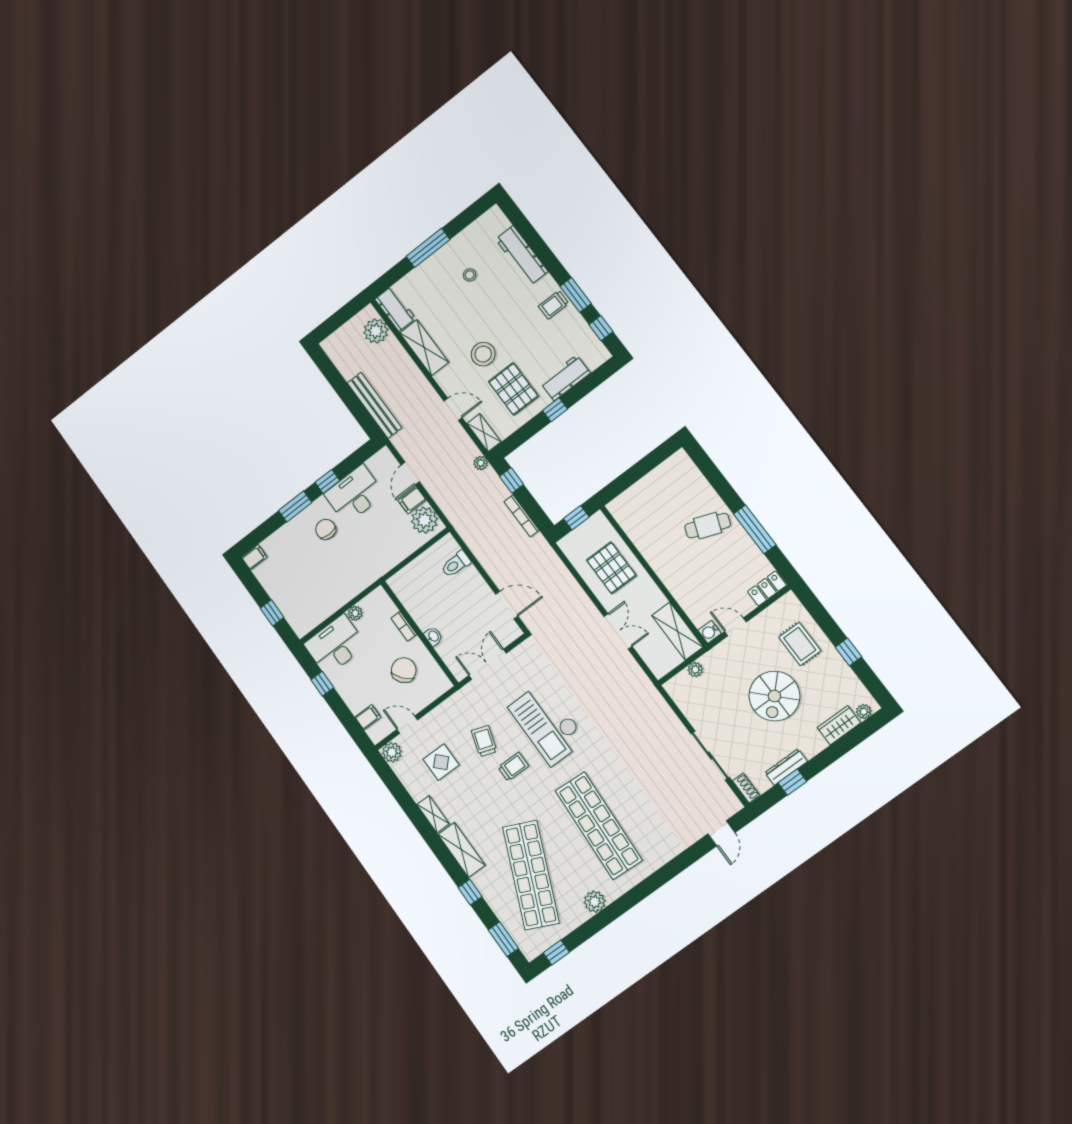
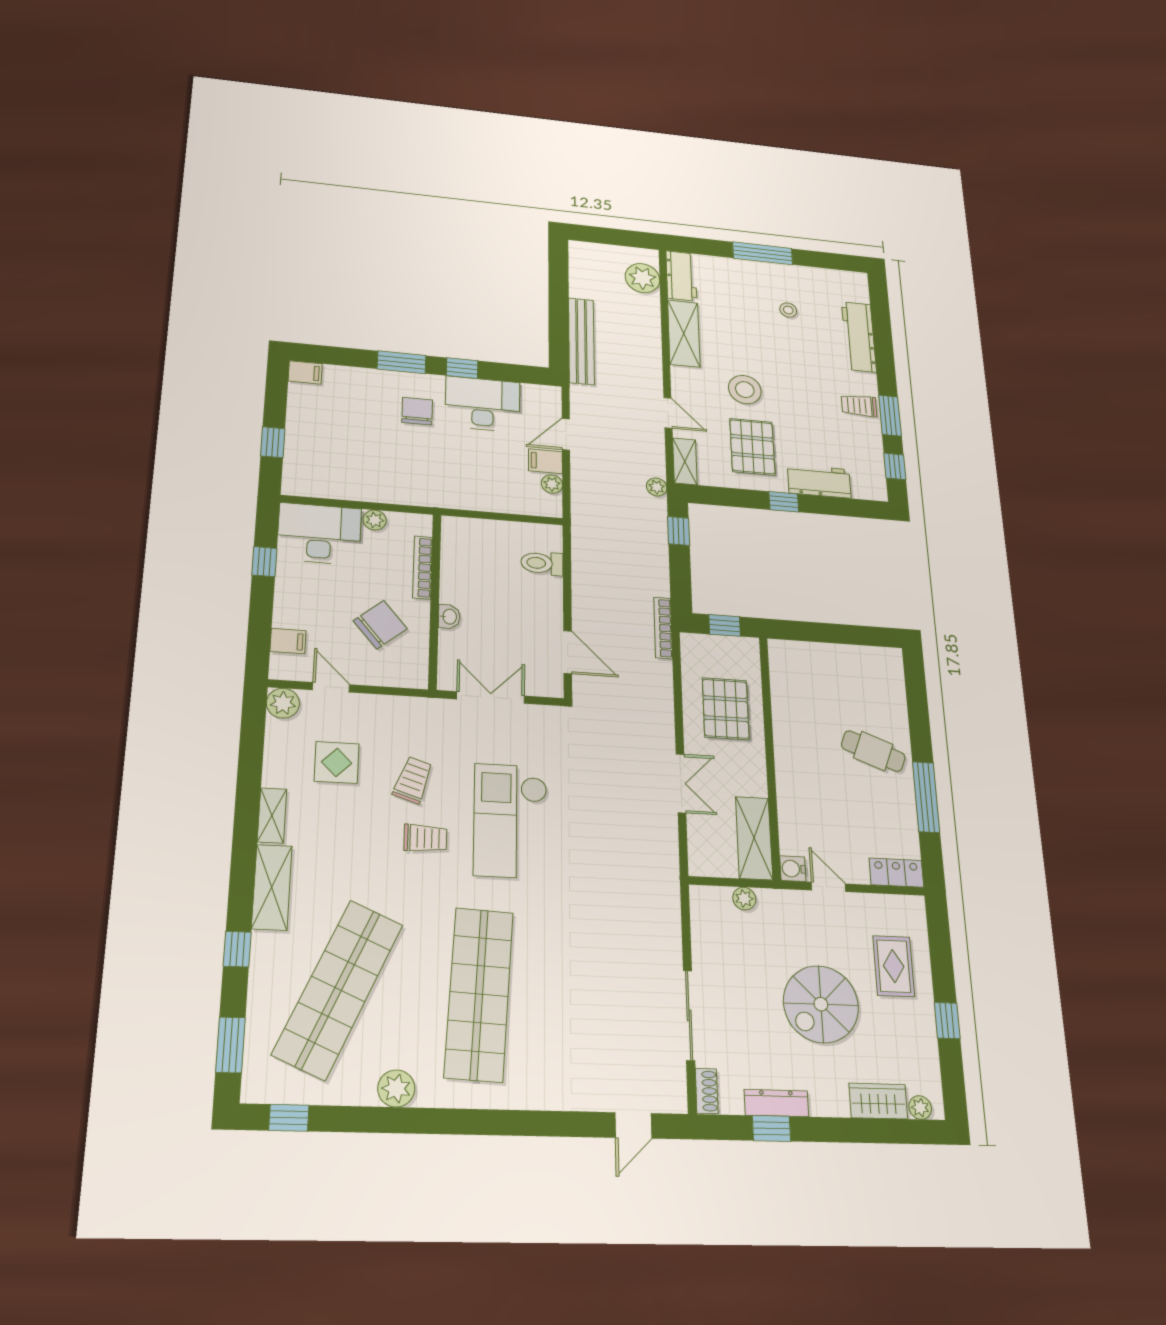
bookcase: (522, 516) -> (663, 628), moved
plant: (424, 520) -> (552, 484), width x0.53, depth x0.53
bookcase: (404, 626) -> (423, 567), width x1.56

